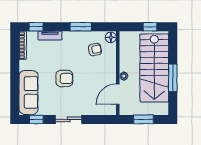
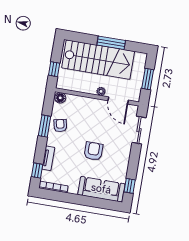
window: (150, 27) -> (54, 69), moved
armchair: (95, 49) -> (60, 126), moved
sliding door: (69, 119) -> (139, 130), moved

